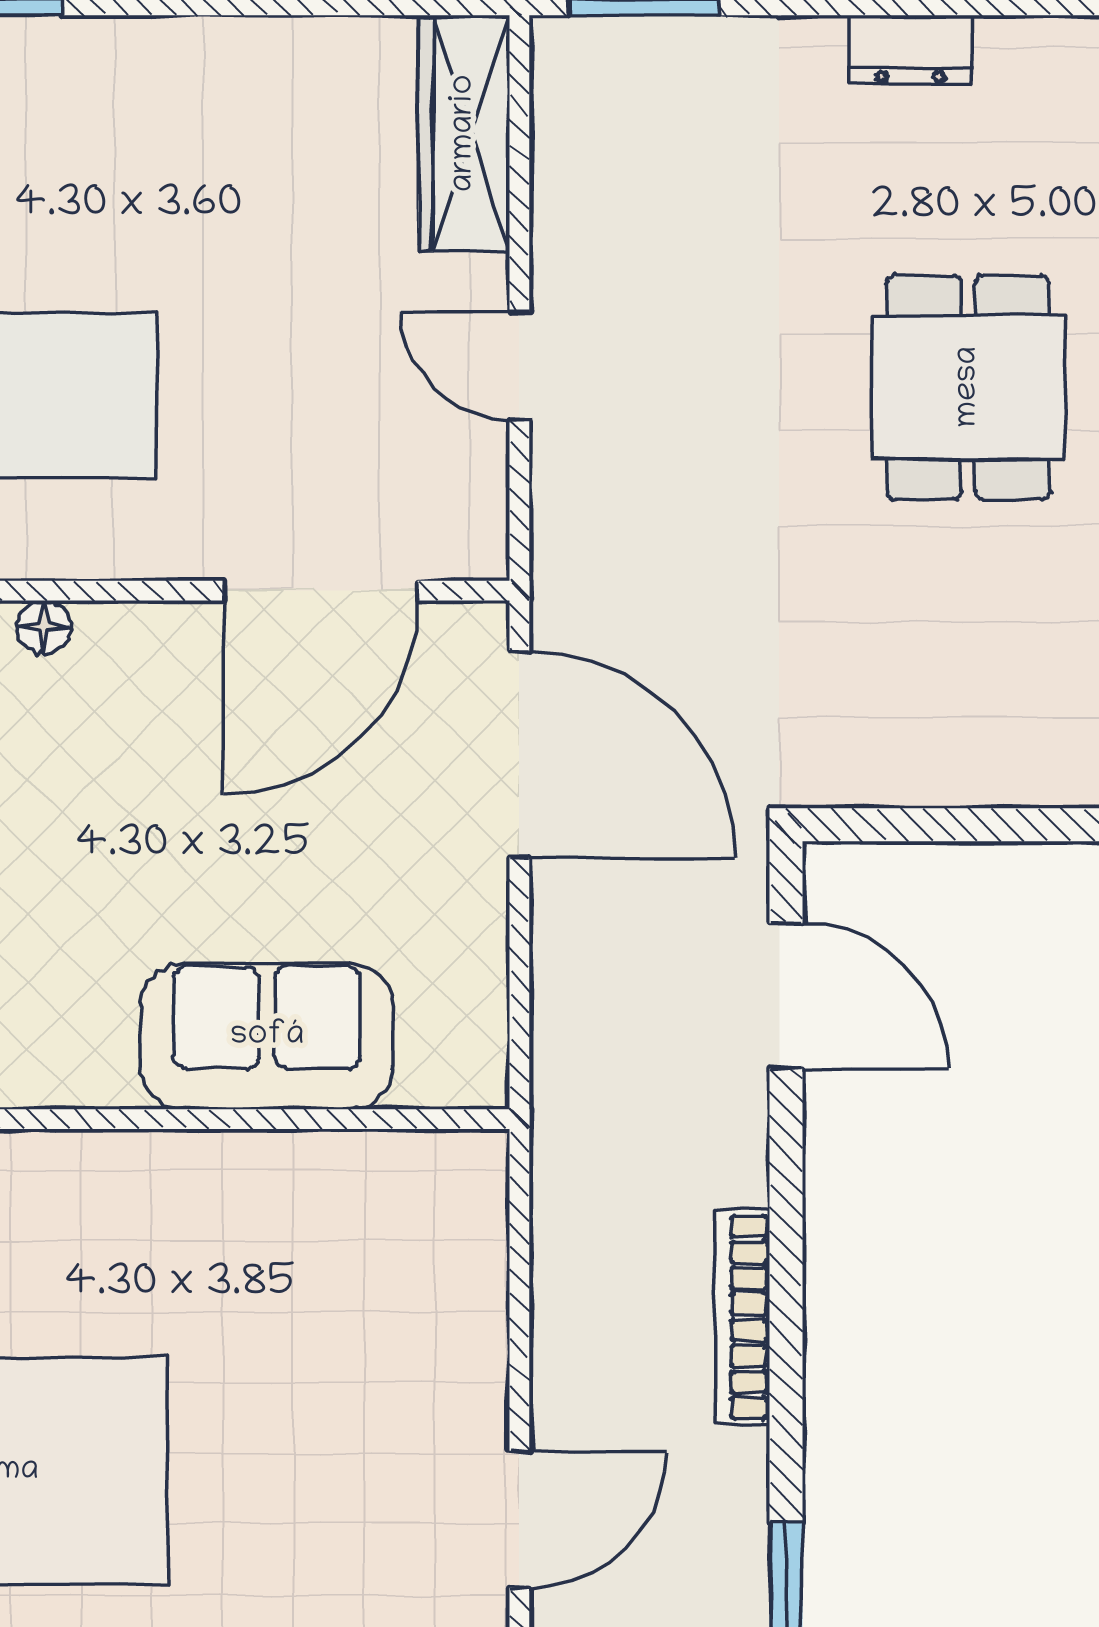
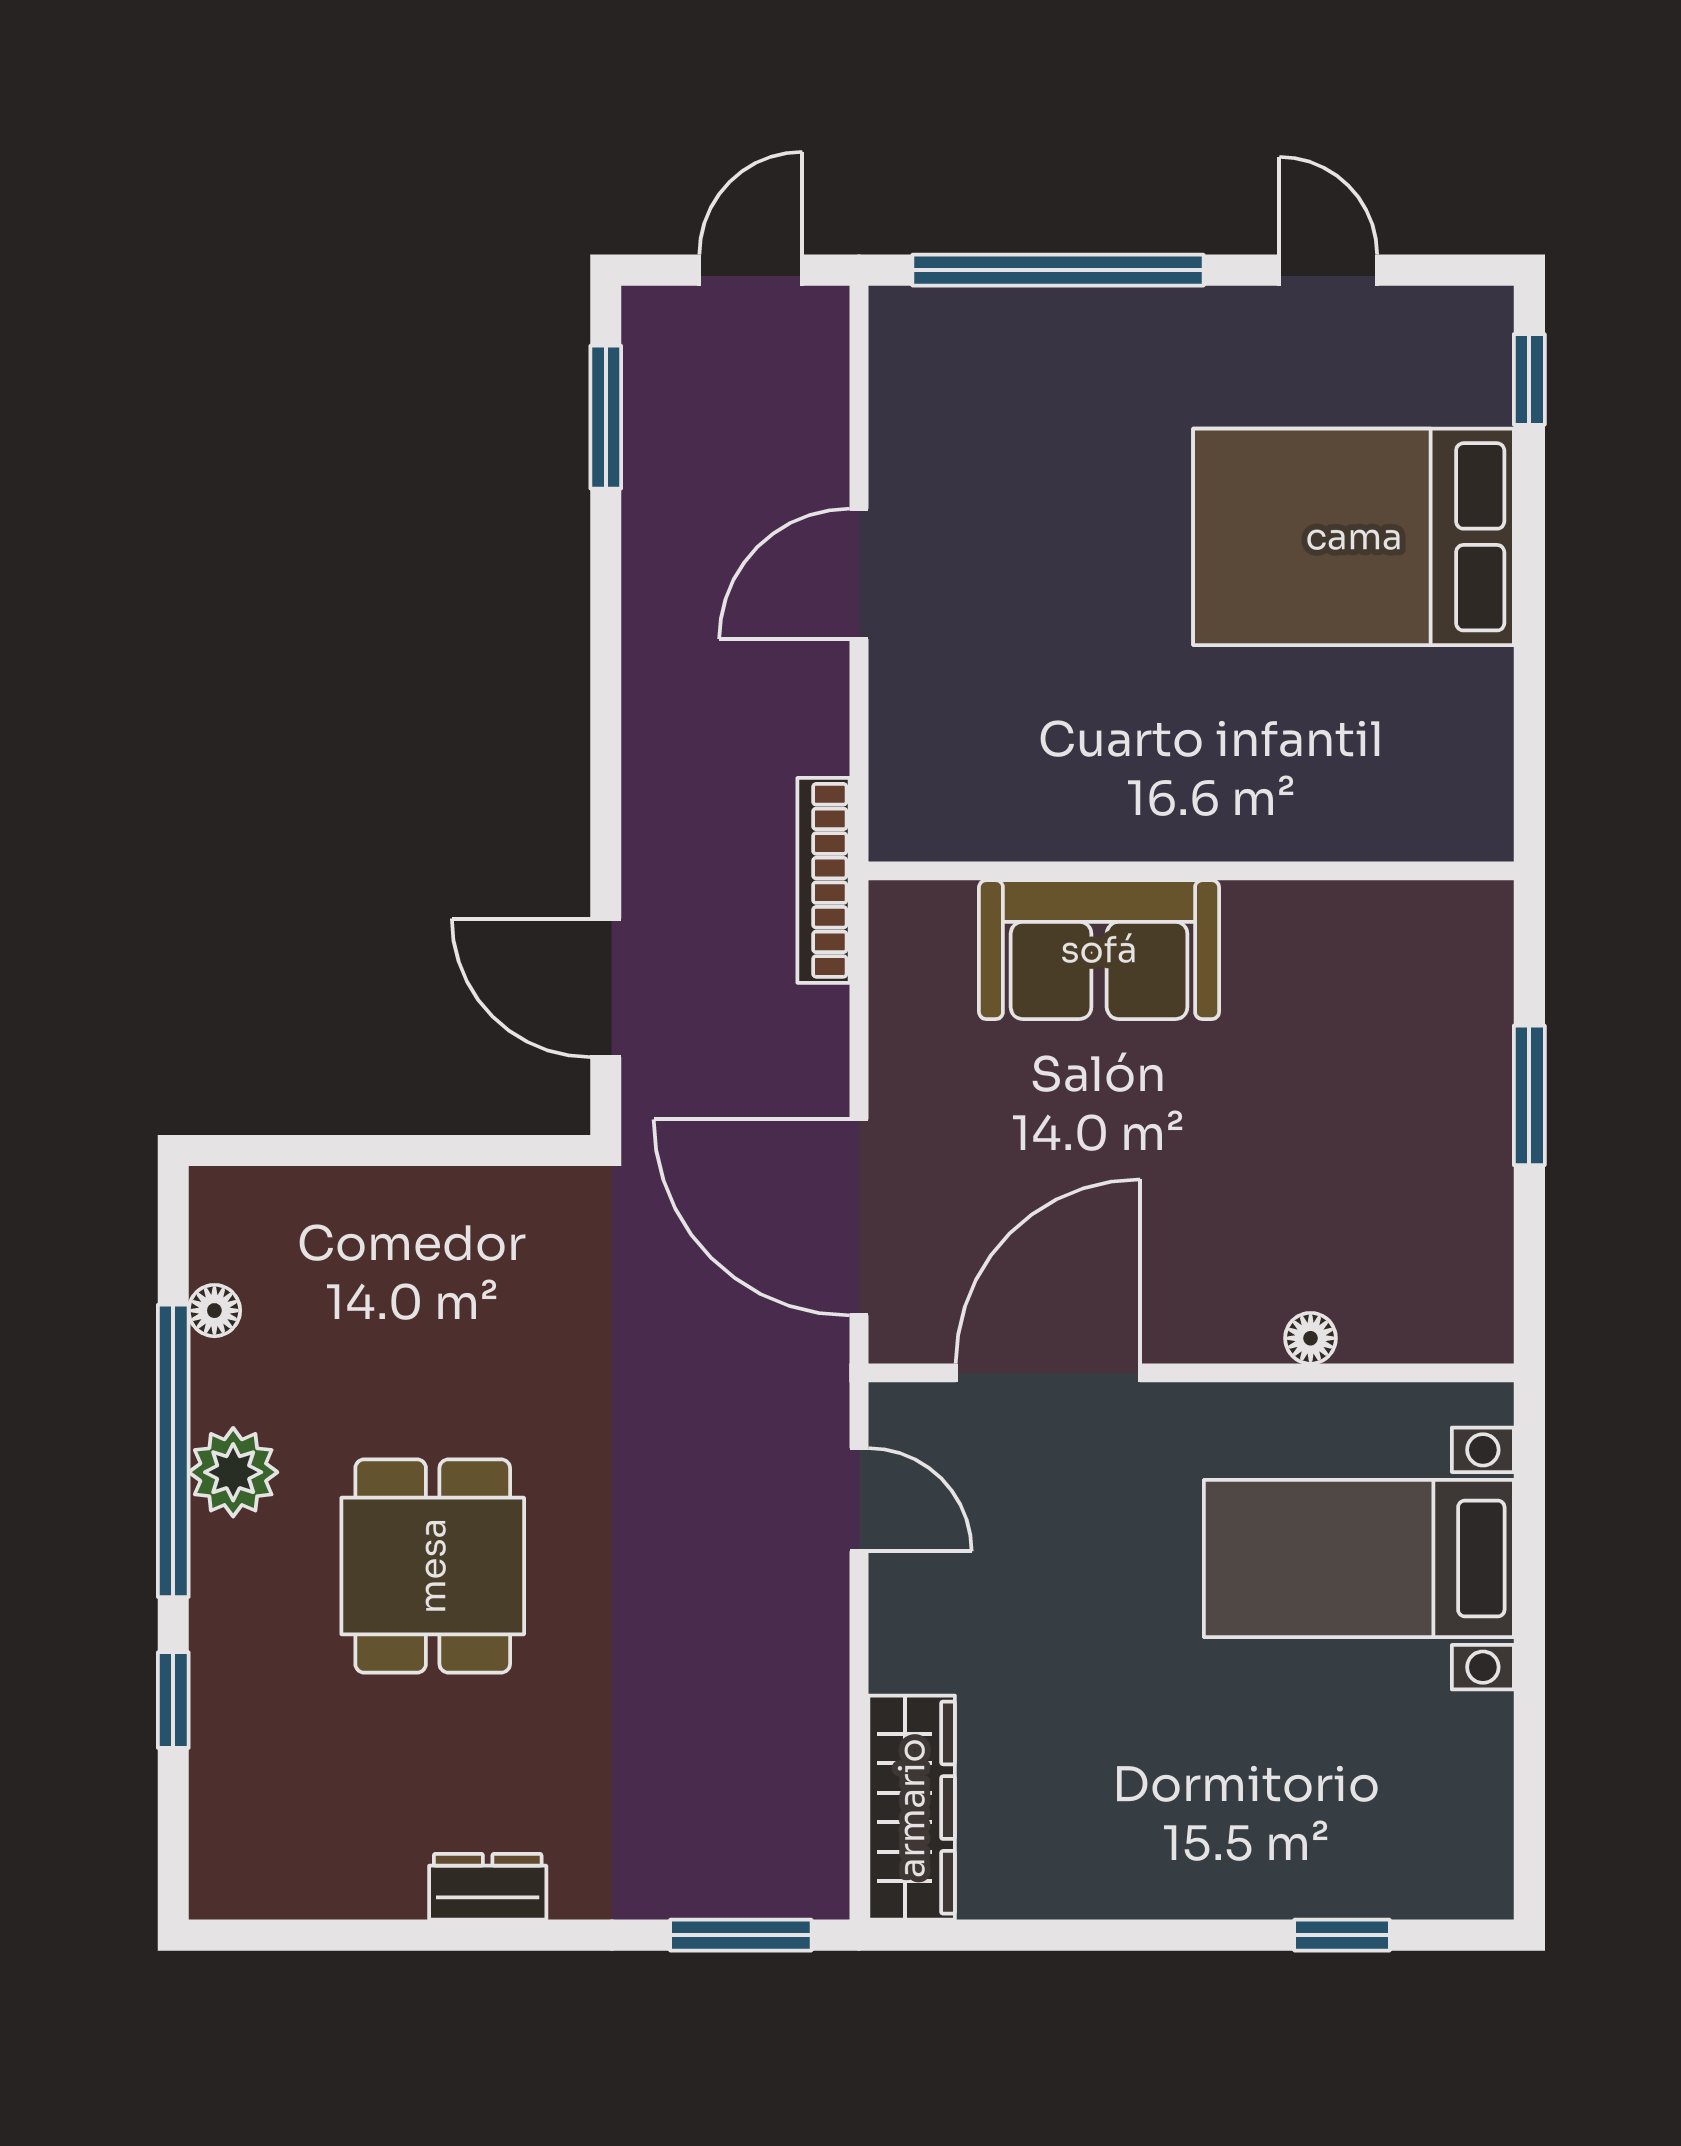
door: (519, 366) -> (859, 1500), moved
bookcase: (742, 1317) -> (824, 880), moved, turned 180
door: (519, 1519) -> (859, 574), moved

